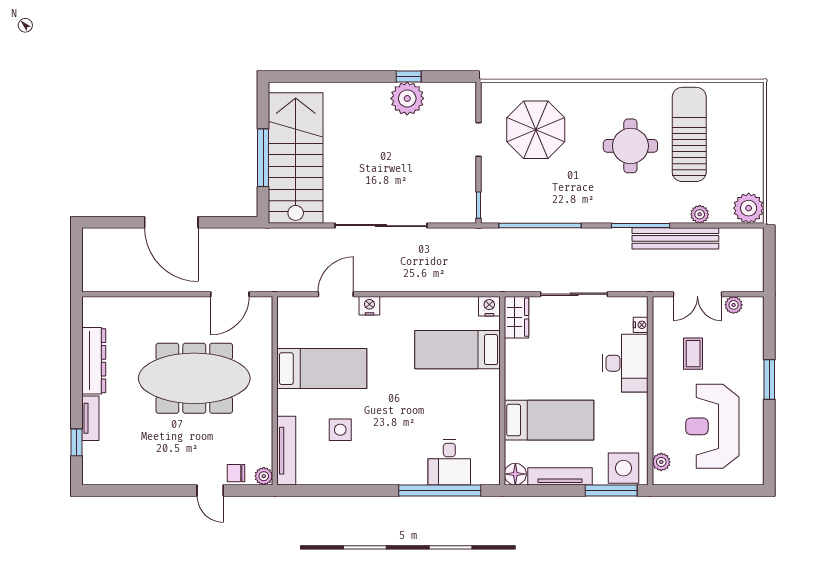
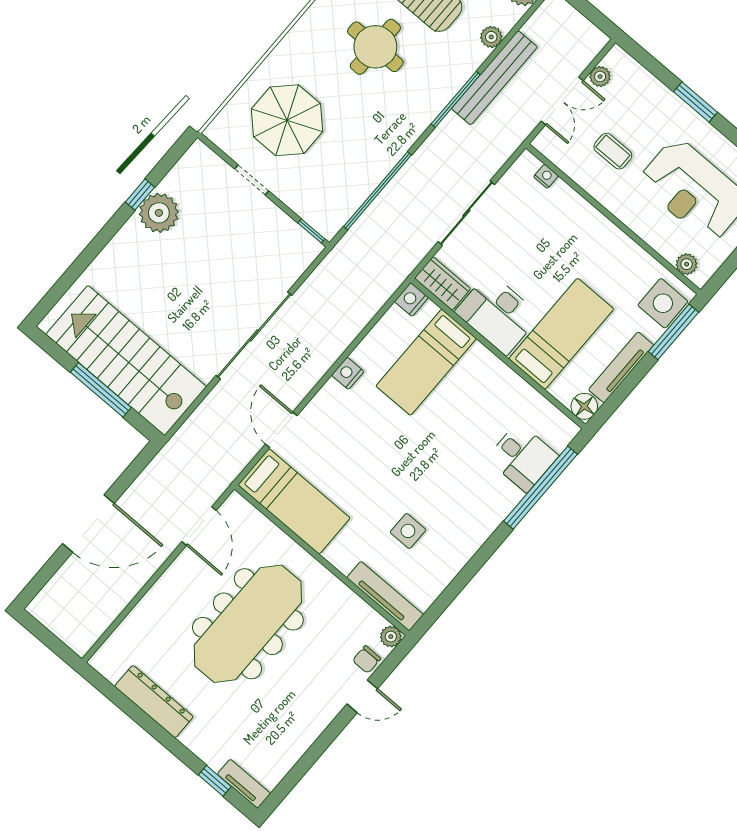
nightstand: (369, 306) -> (348, 373), moved
desk: (625, 363) -> (498, 314), moved, turned 180
bed: (322, 369) -> (294, 501), moved, turned 90
tv unit: (90, 418) -> (244, 784), moved

